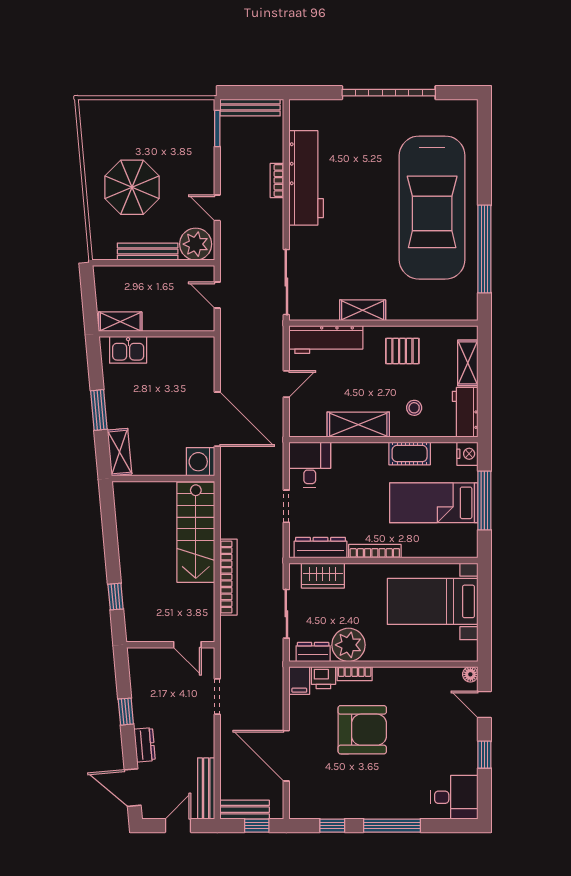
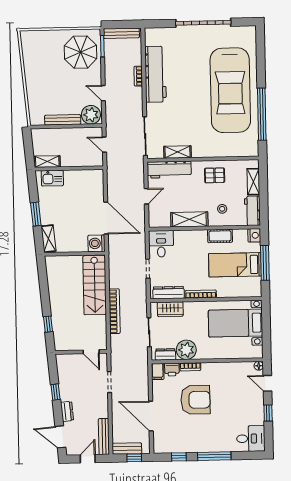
parasol: (132, 187) -> (81, 52), moved
shelving: (363, 310) -> (178, 152), moved

